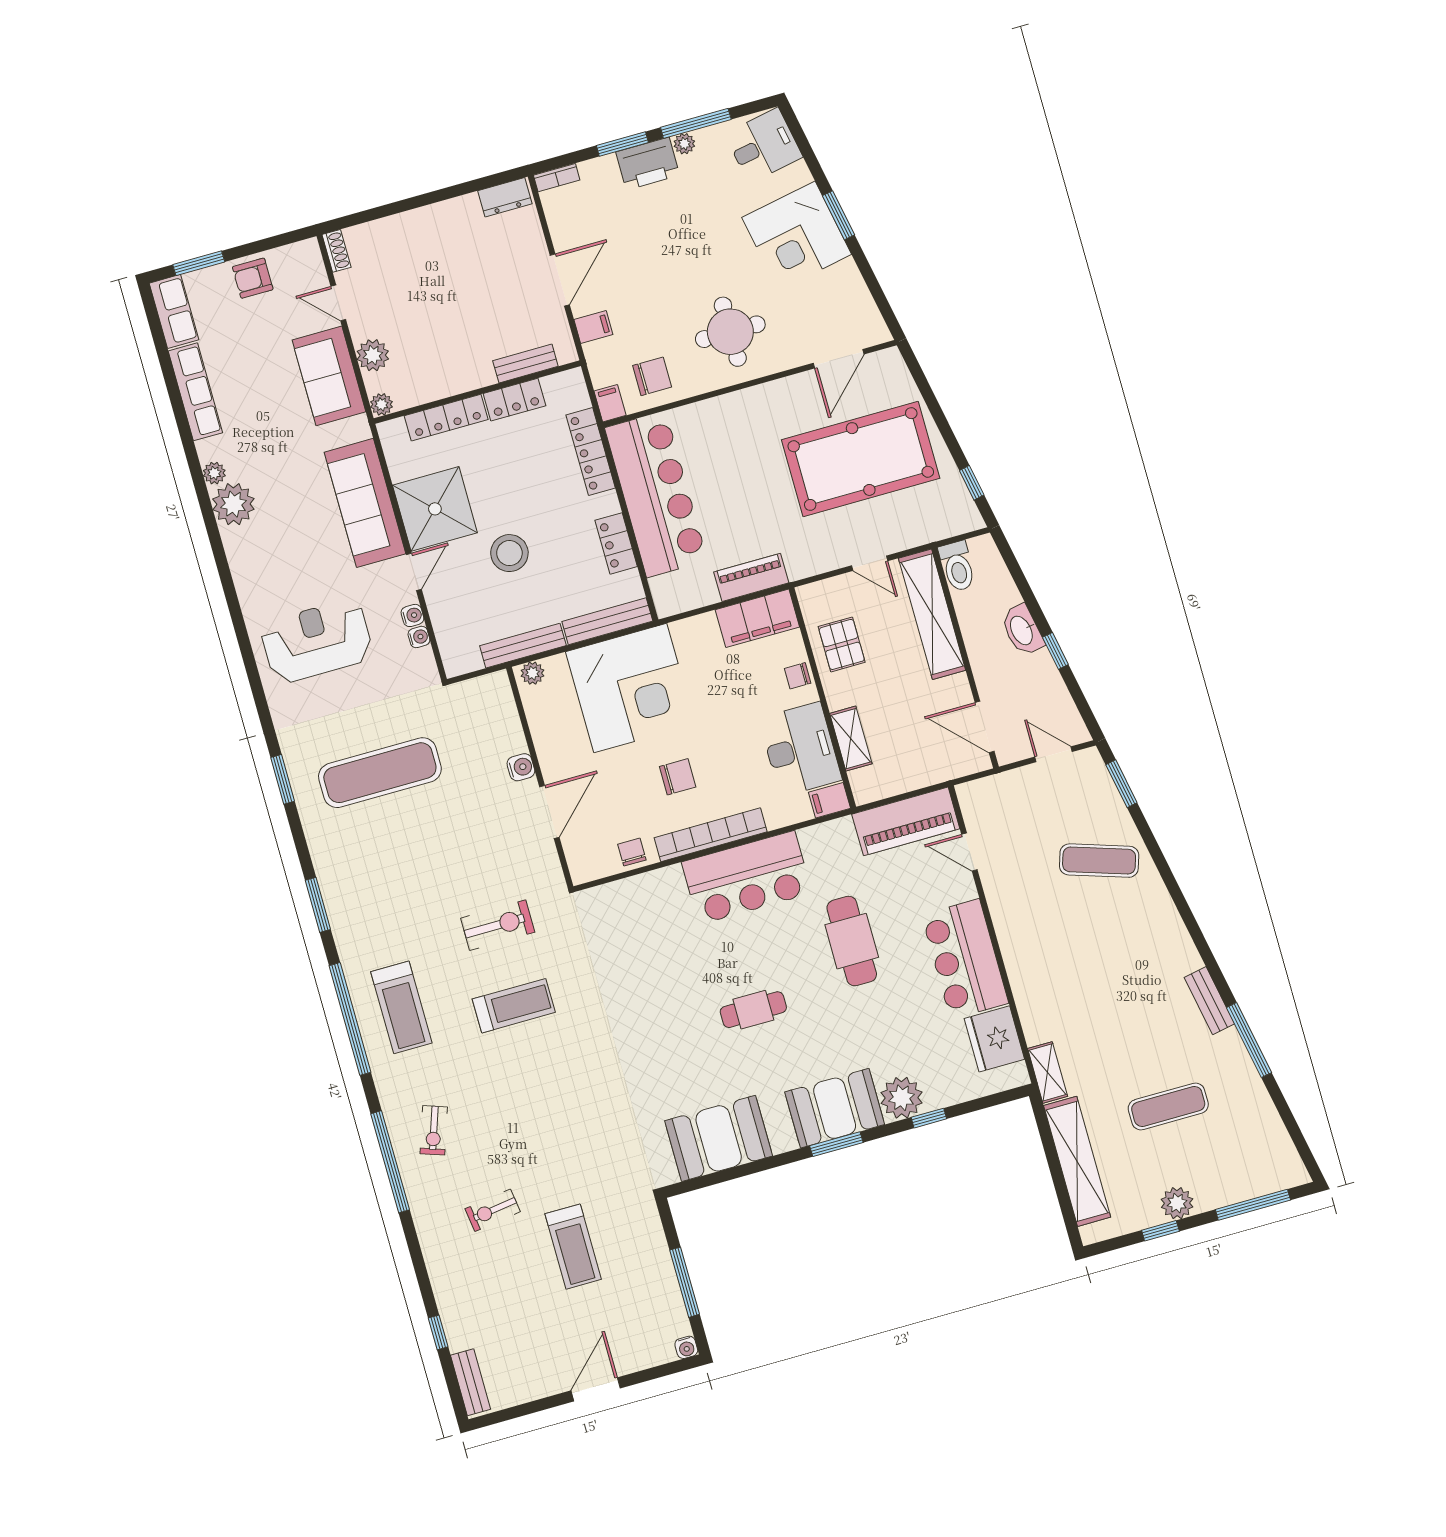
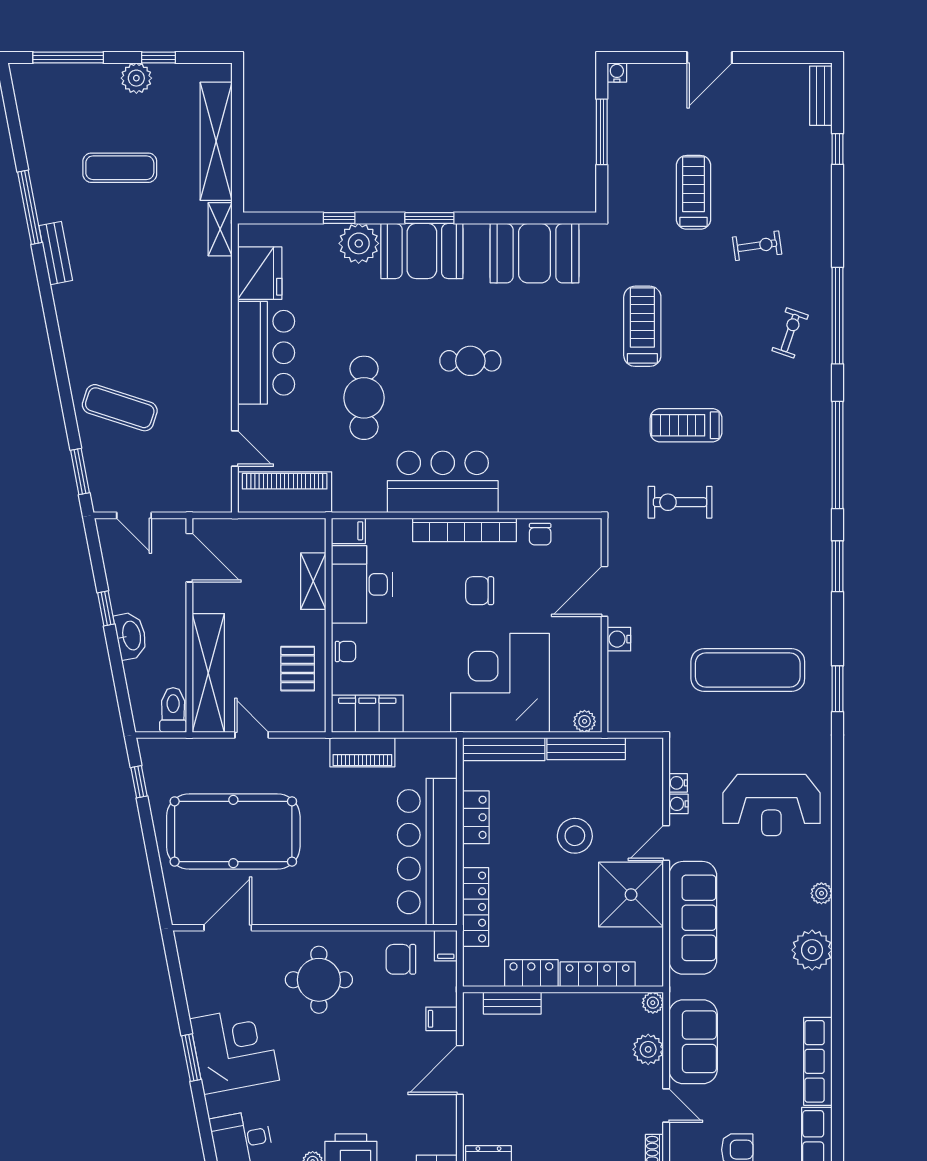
plant: (214, 473) -> (821, 893), moved
treadmill: (401, 1007) -> (642, 326), moved

